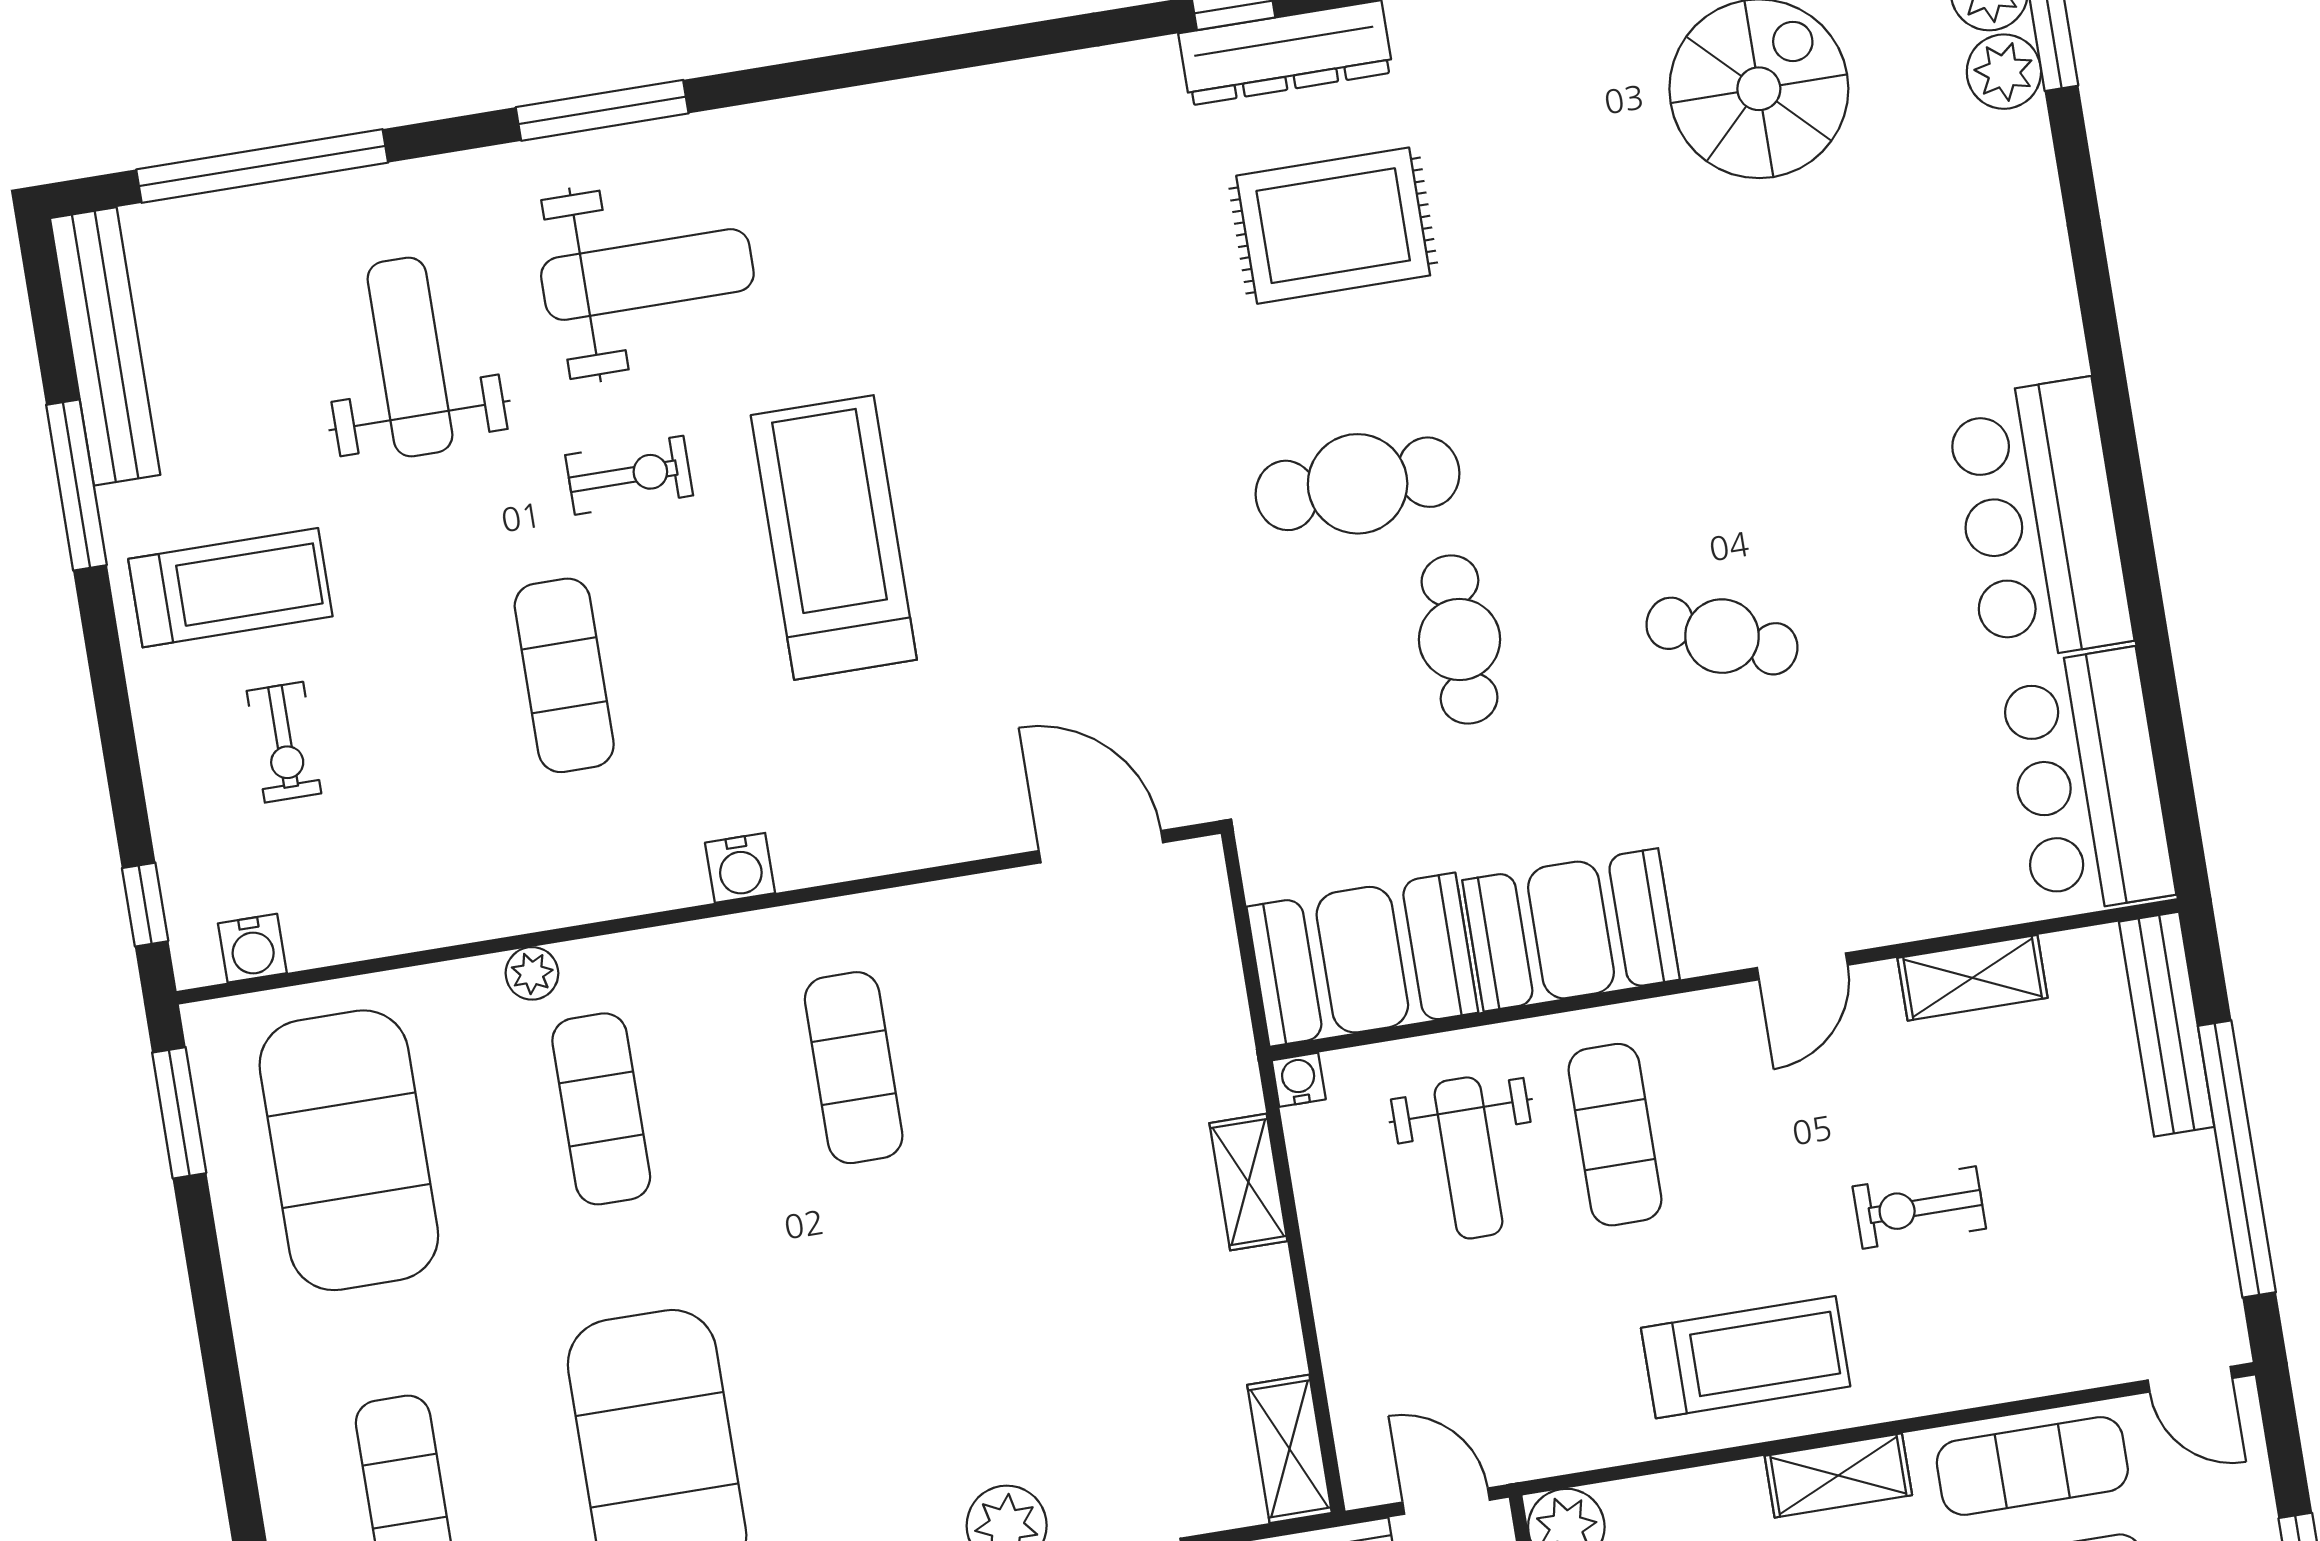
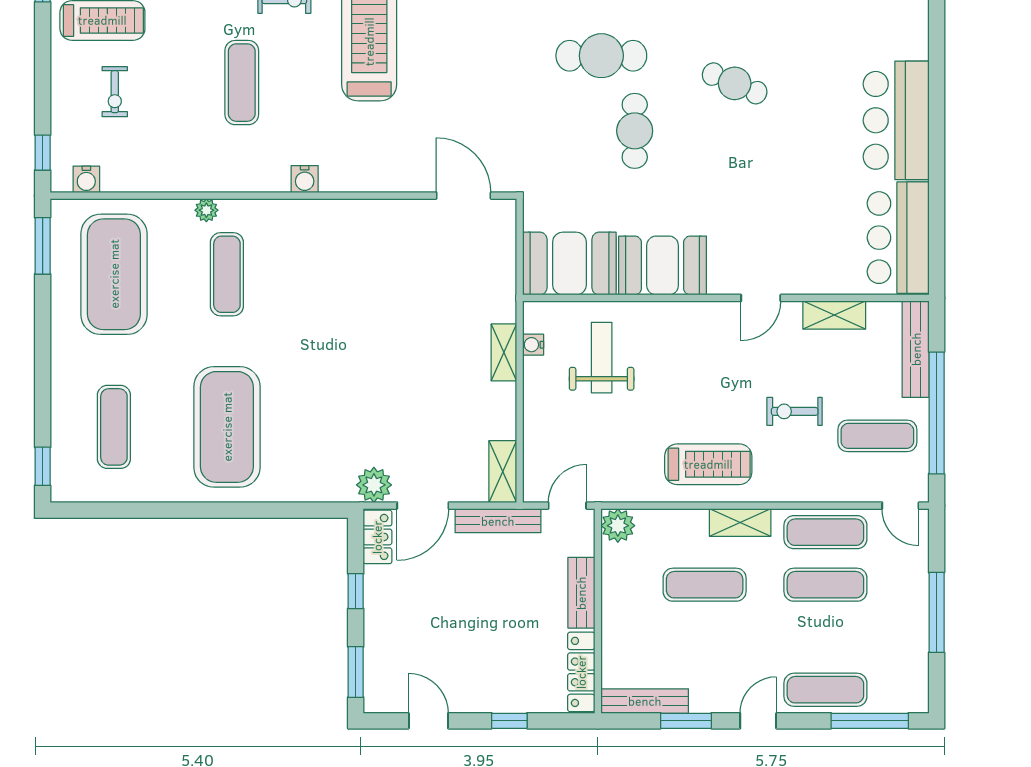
cafe table: (1722, 636) -> (735, 83), moved
exercise mat: (854, 1068) -> (340, 274), removed
water cooler: (1299, 1080) -> (533, 345), moved, turned -90
exercise mat: (1615, 1135) -> (877, 436), moved, turned 90
weight bench: (1468, 1158) -> (602, 358), turned 180
door: (1446, 1501) -> (567, 506), hinge flipped

